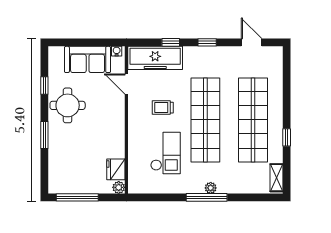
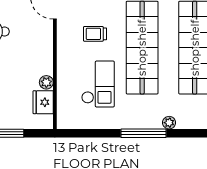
plant: (119, 187) -> (46, 82), moved
plant: (211, 188) -> (169, 123), moved

